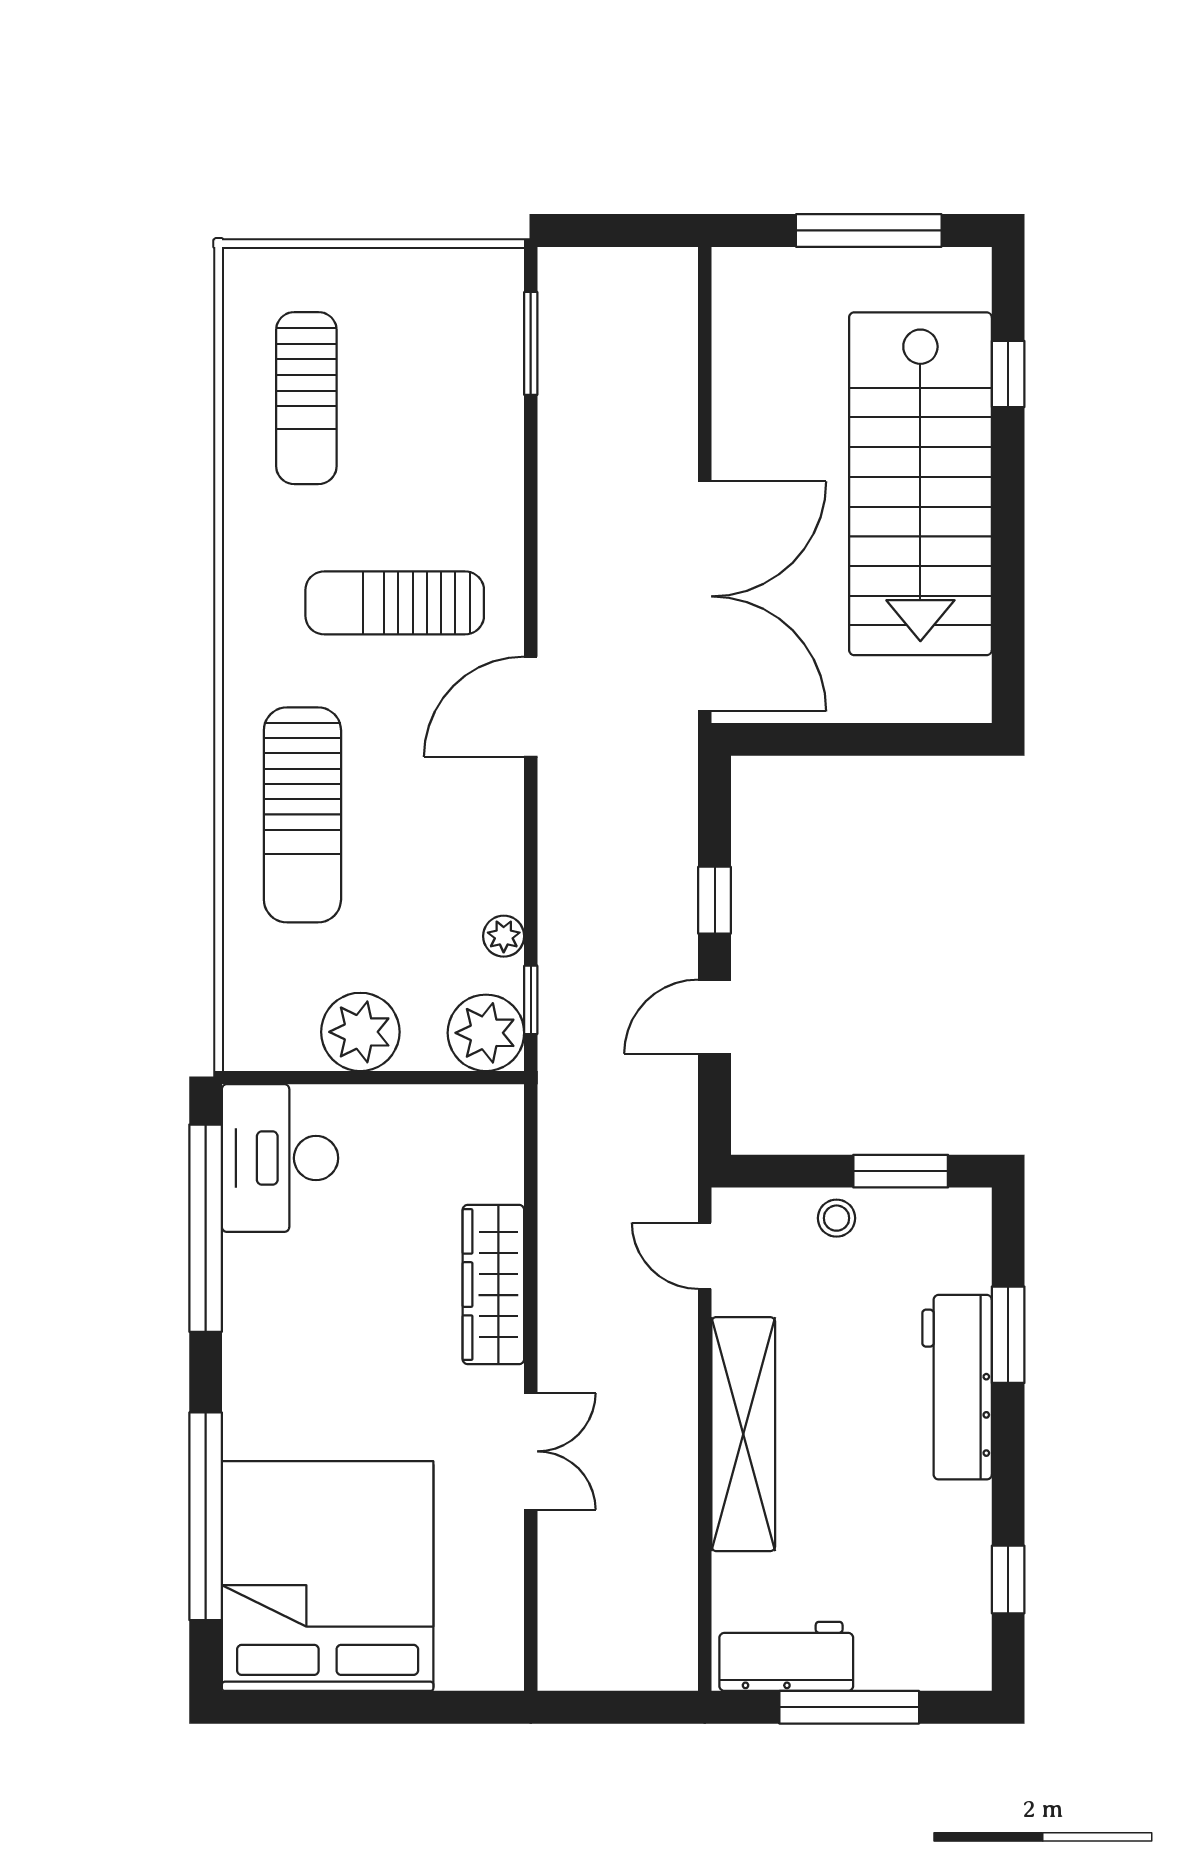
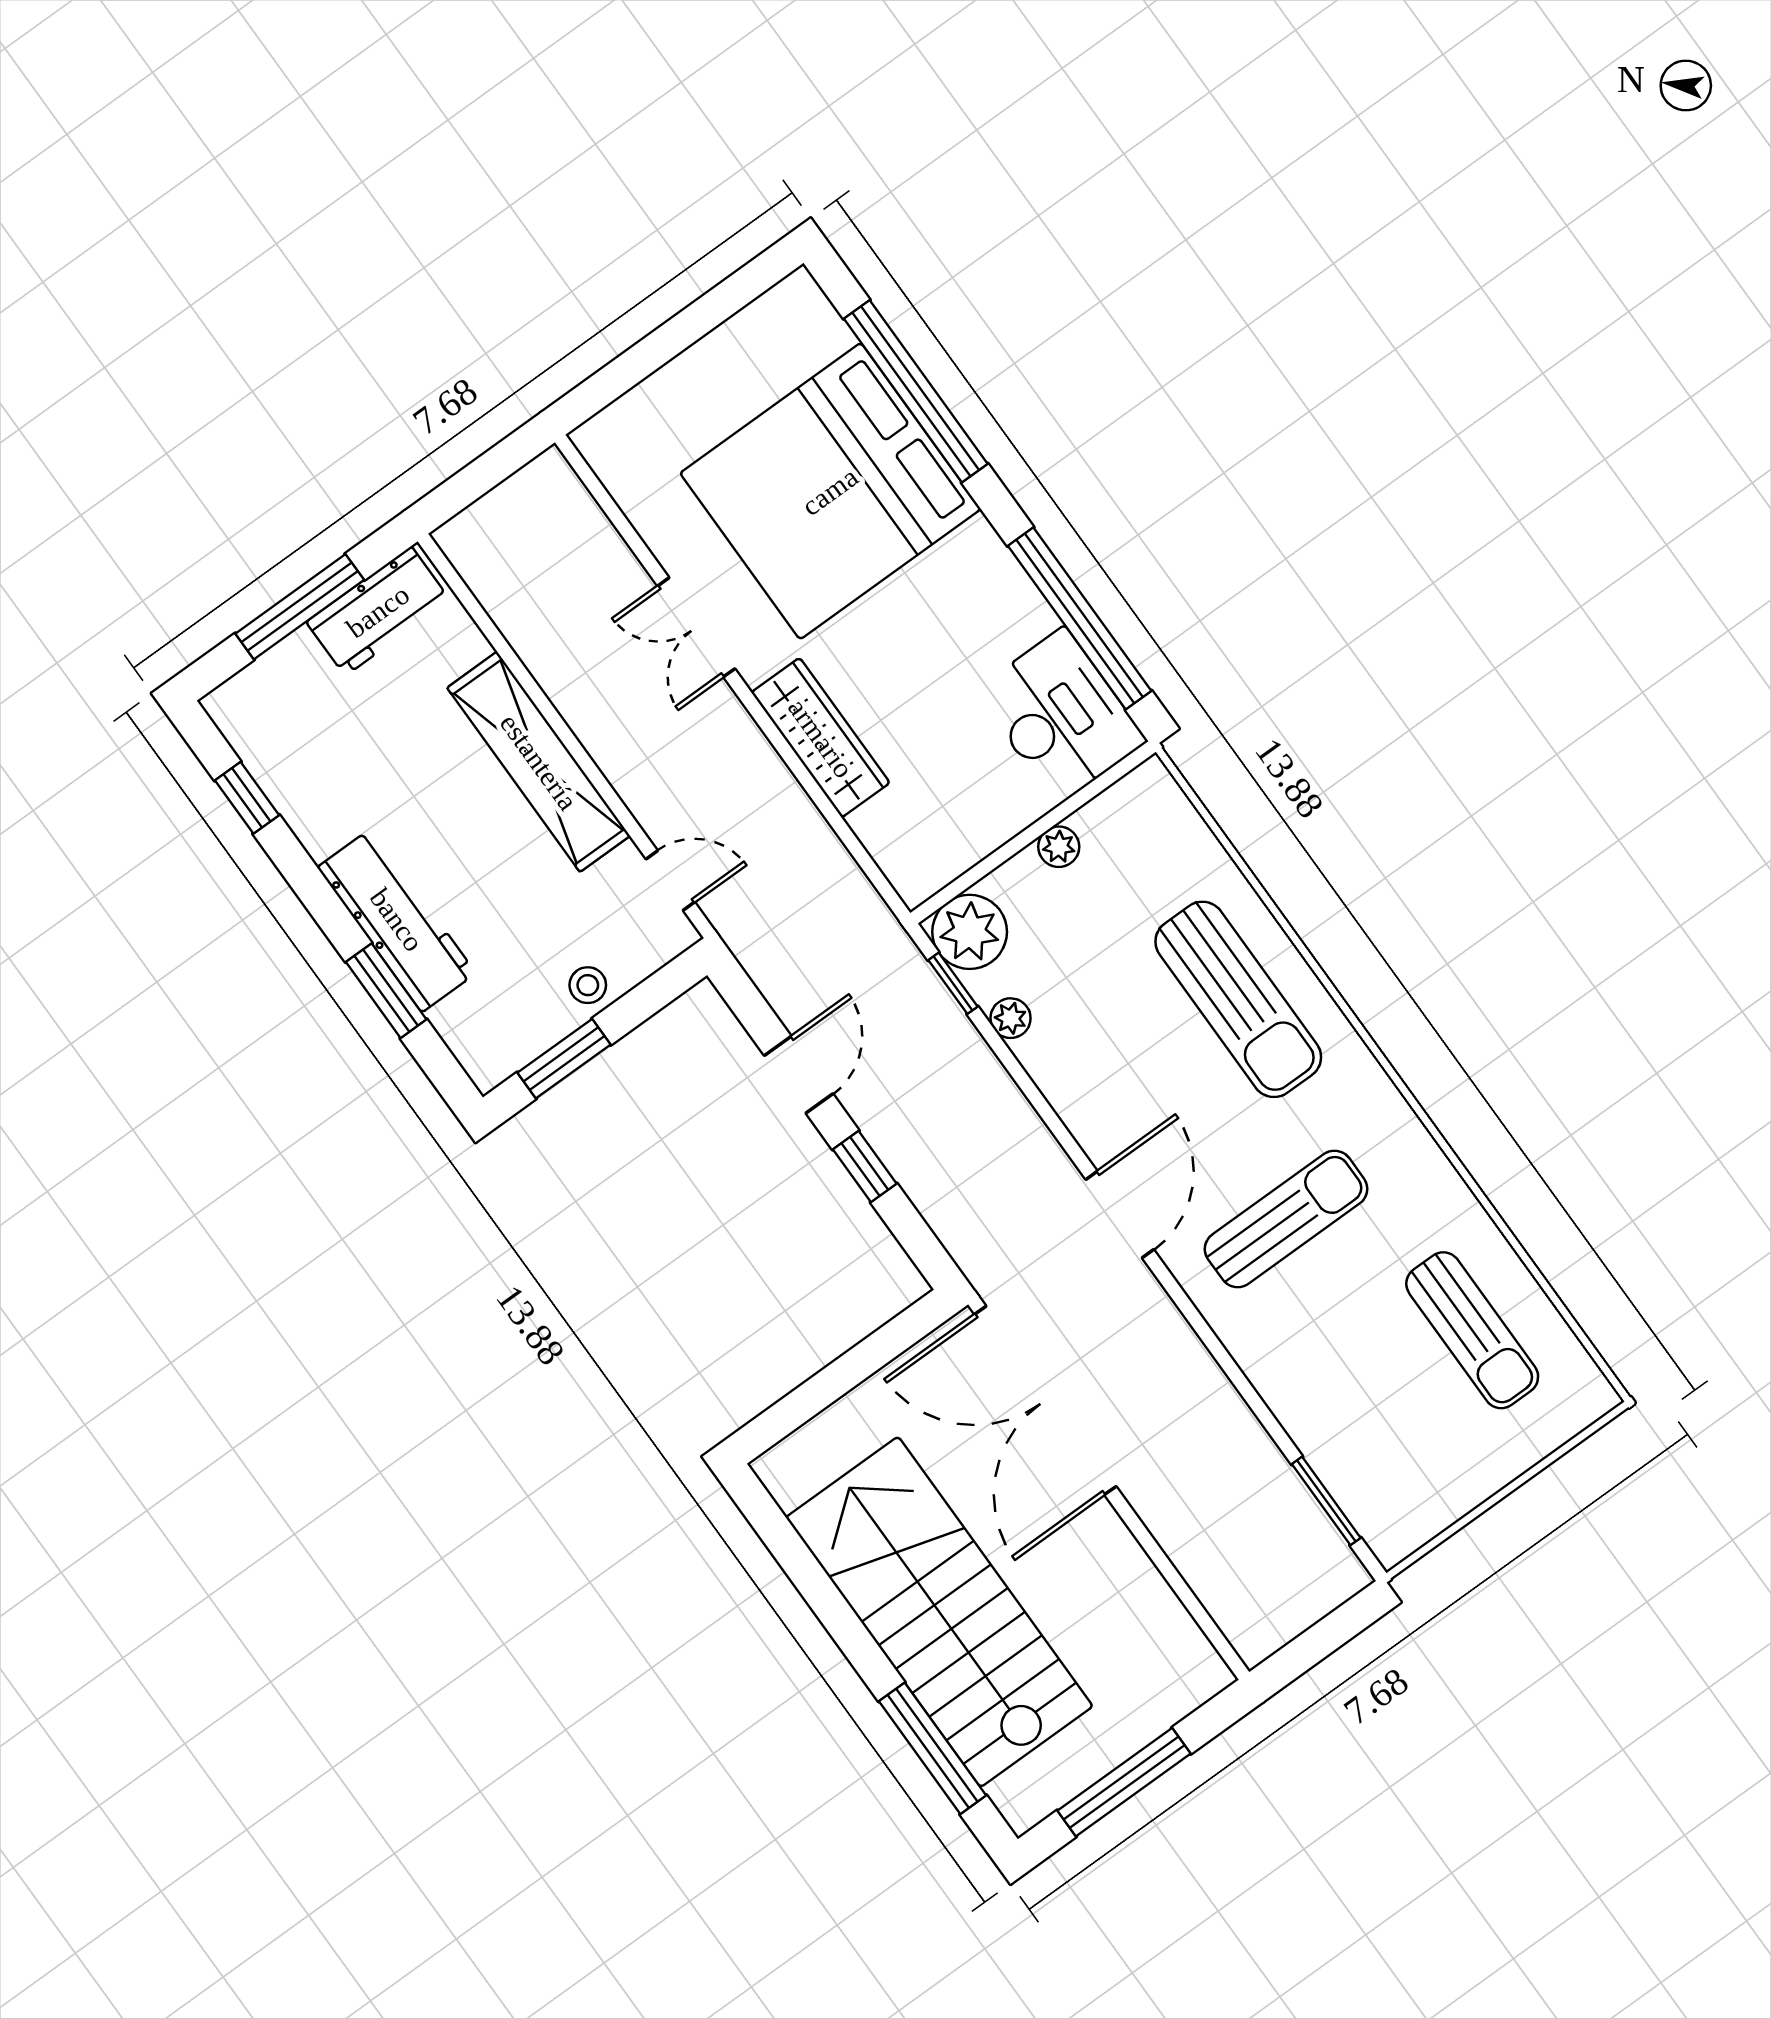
window: (1008, 374) -> (933, 1748), width x2.17
sun lounger: (306, 398) -> (1472, 1330), turned 180
sun lounger: (302, 815) -> (1238, 999), turned 180
plant: (360, 1032) -> (1059, 847), width x0.53, depth x0.53
bed: (328, 1576) -> (830, 491), moved, turned 90

